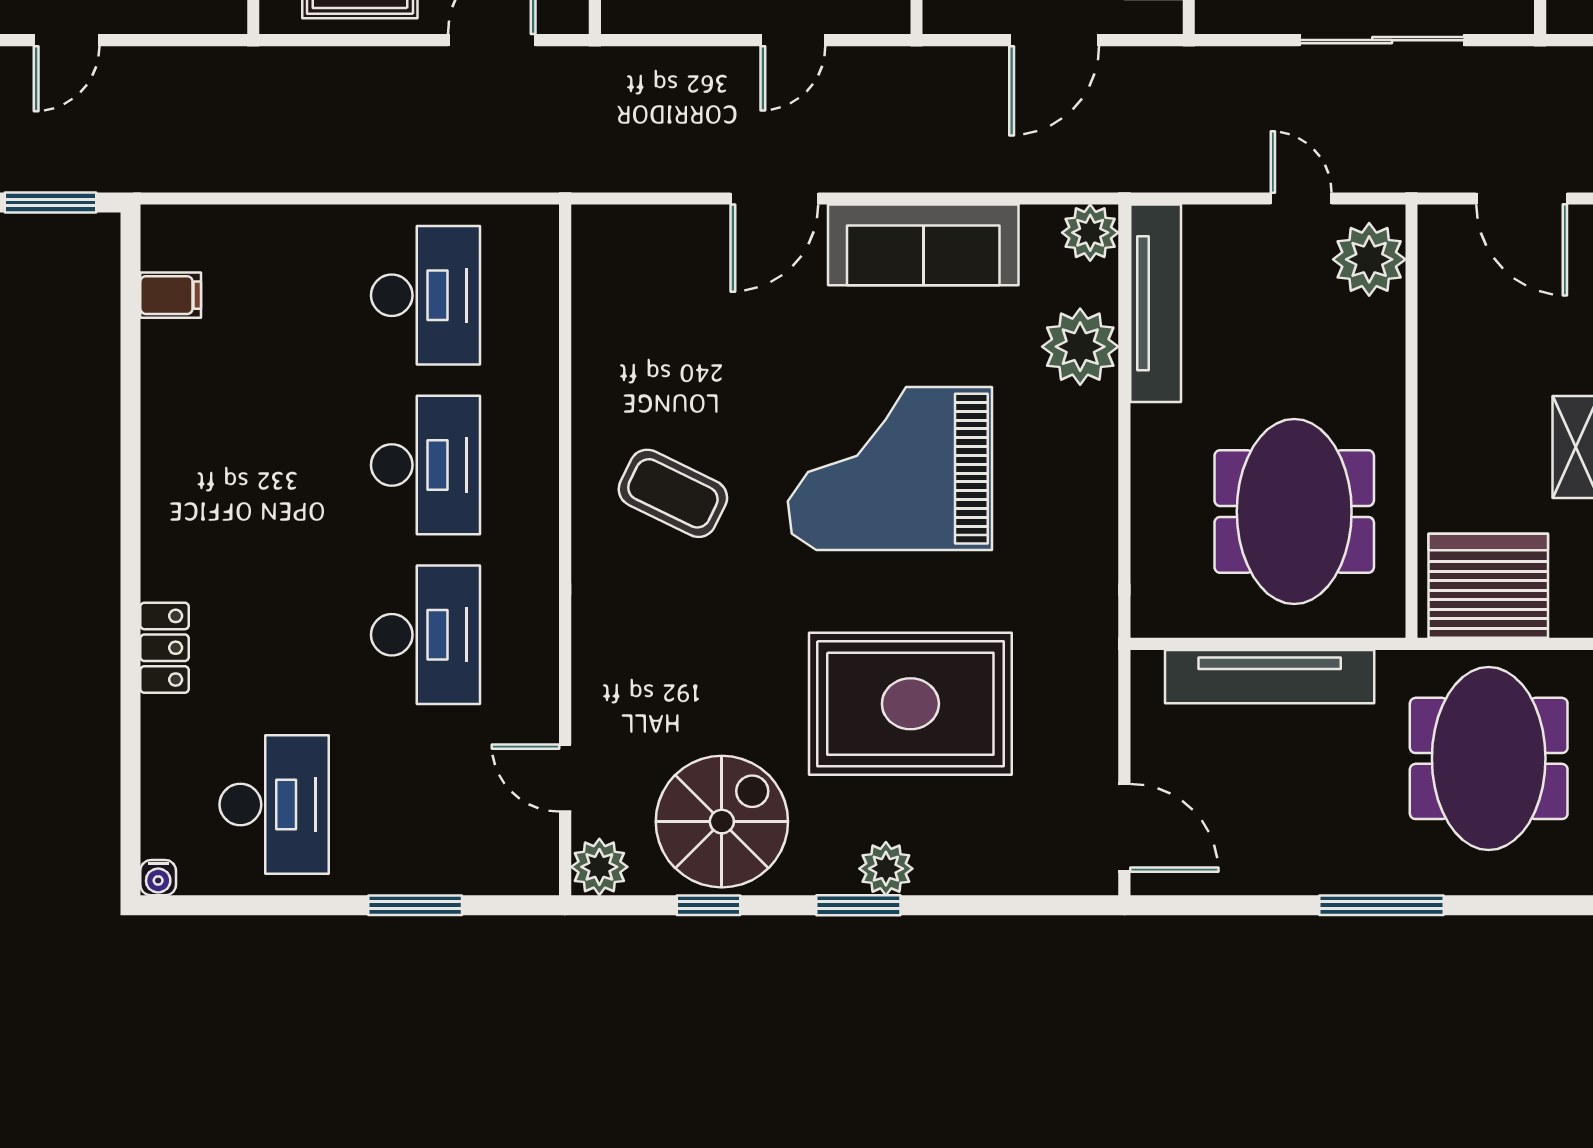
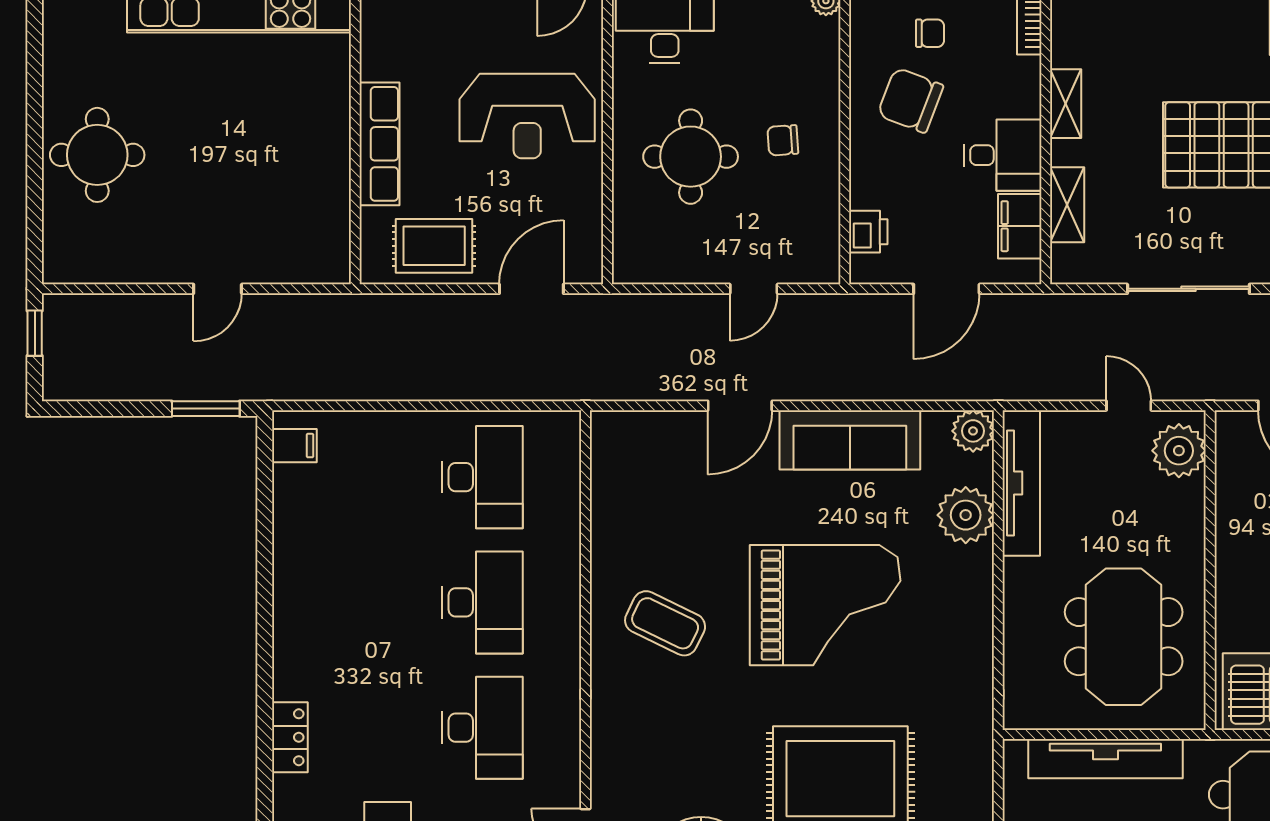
filing cabinet: (171, 295) -> (294, 446), moved
grand piano: (890, 469) -> (825, 605), turned 180

